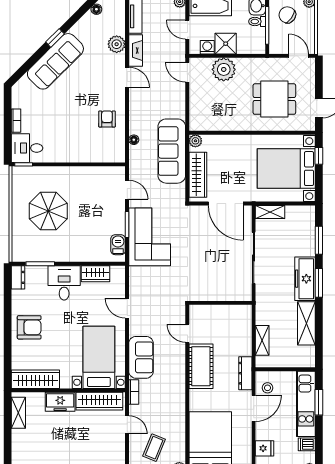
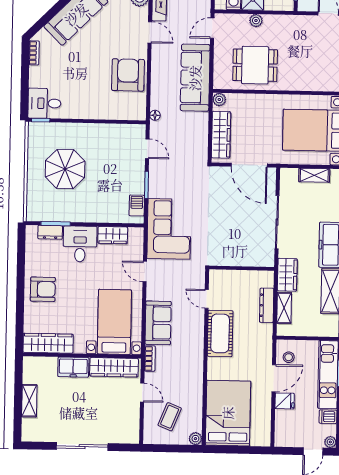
plant: (224, 69) -> (256, 21), width x0.53, depth x0.53
door: (187, 72) -> (212, 28), hinge flipped
dining table: (274, 99) -> (255, 65), moved
armchair: (107, 119) -> (128, 75), width x1.88, depth x1.88
bookcase: (16, 121) -> (34, 53), moved
floor lamp: (134, 140) -> (155, 115), moved
sofa: (172, 151) -> (195, 78), moved
shelving: (270, 212) -> (314, 175), moved
corner sofa: (150, 237) -> (169, 229), moved
dresser: (18, 277) -> (50, 232), moved, turned 90
wardrobe: (265, 308) -> (287, 275), added
dresser: (245, 373) -> (267, 305), moved
shelving: (18, 413) -> (29, 401), moved
fridge: (265, 448) -> (285, 401), moved

